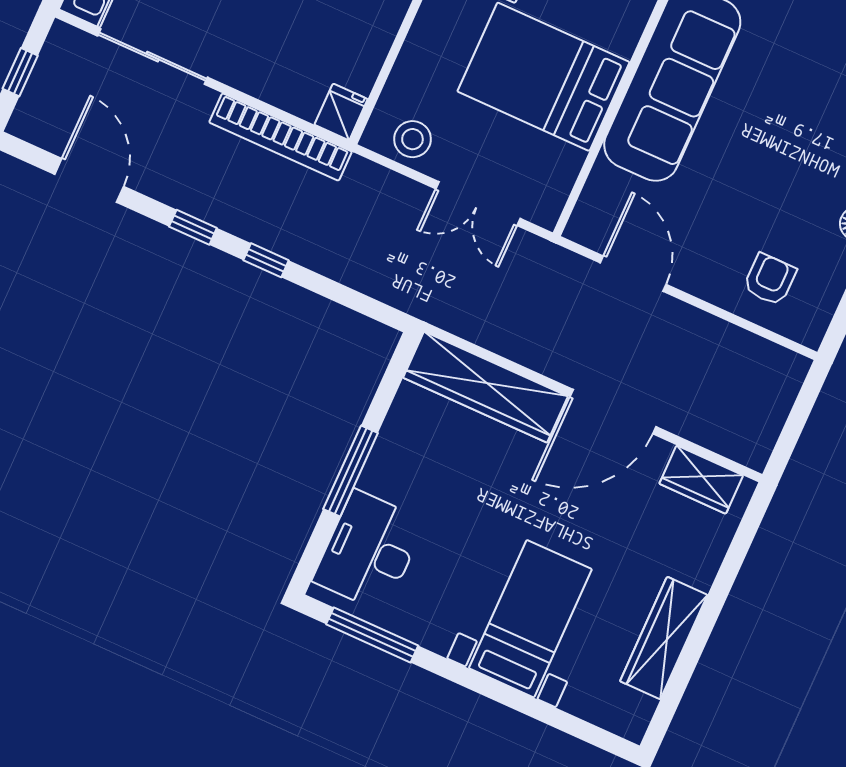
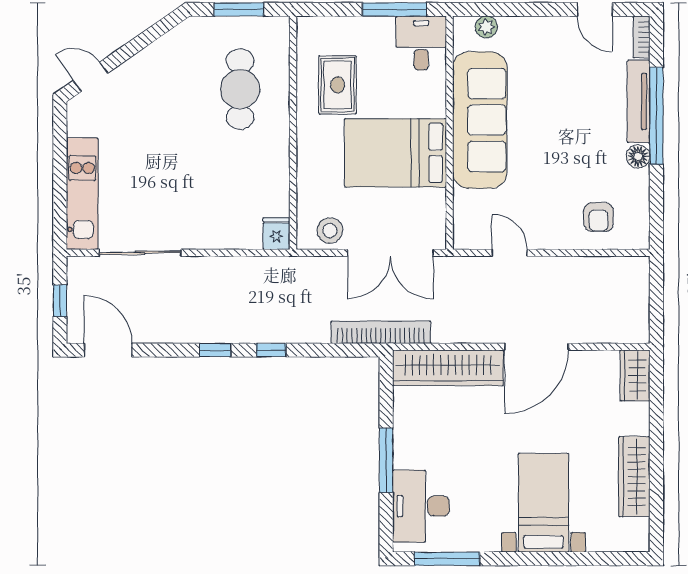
bookcase: (280, 137) -> (381, 332), moved, turned 180
door: (89, 180) -> (108, 350), moved
double door: (478, 204) -> (390, 253), width x1.37
door: (633, 274) -> (510, 253), width x0.73
armchair: (770, 279) -> (599, 217), turned 180
wardrobe: (701, 480) -> (635, 375), moved, turned 90

